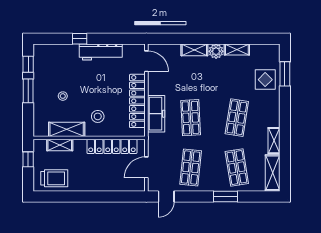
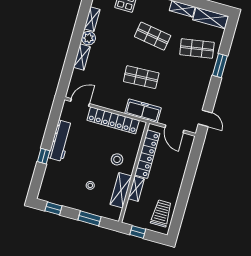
window: (28, 91) -> (89, 218), moved
freezer: (156, 114) -> (143, 111), moved
shelving: (60, 145) -> (136, 189), moved
shop shelf: (191, 167) -> (185, 90), removed

